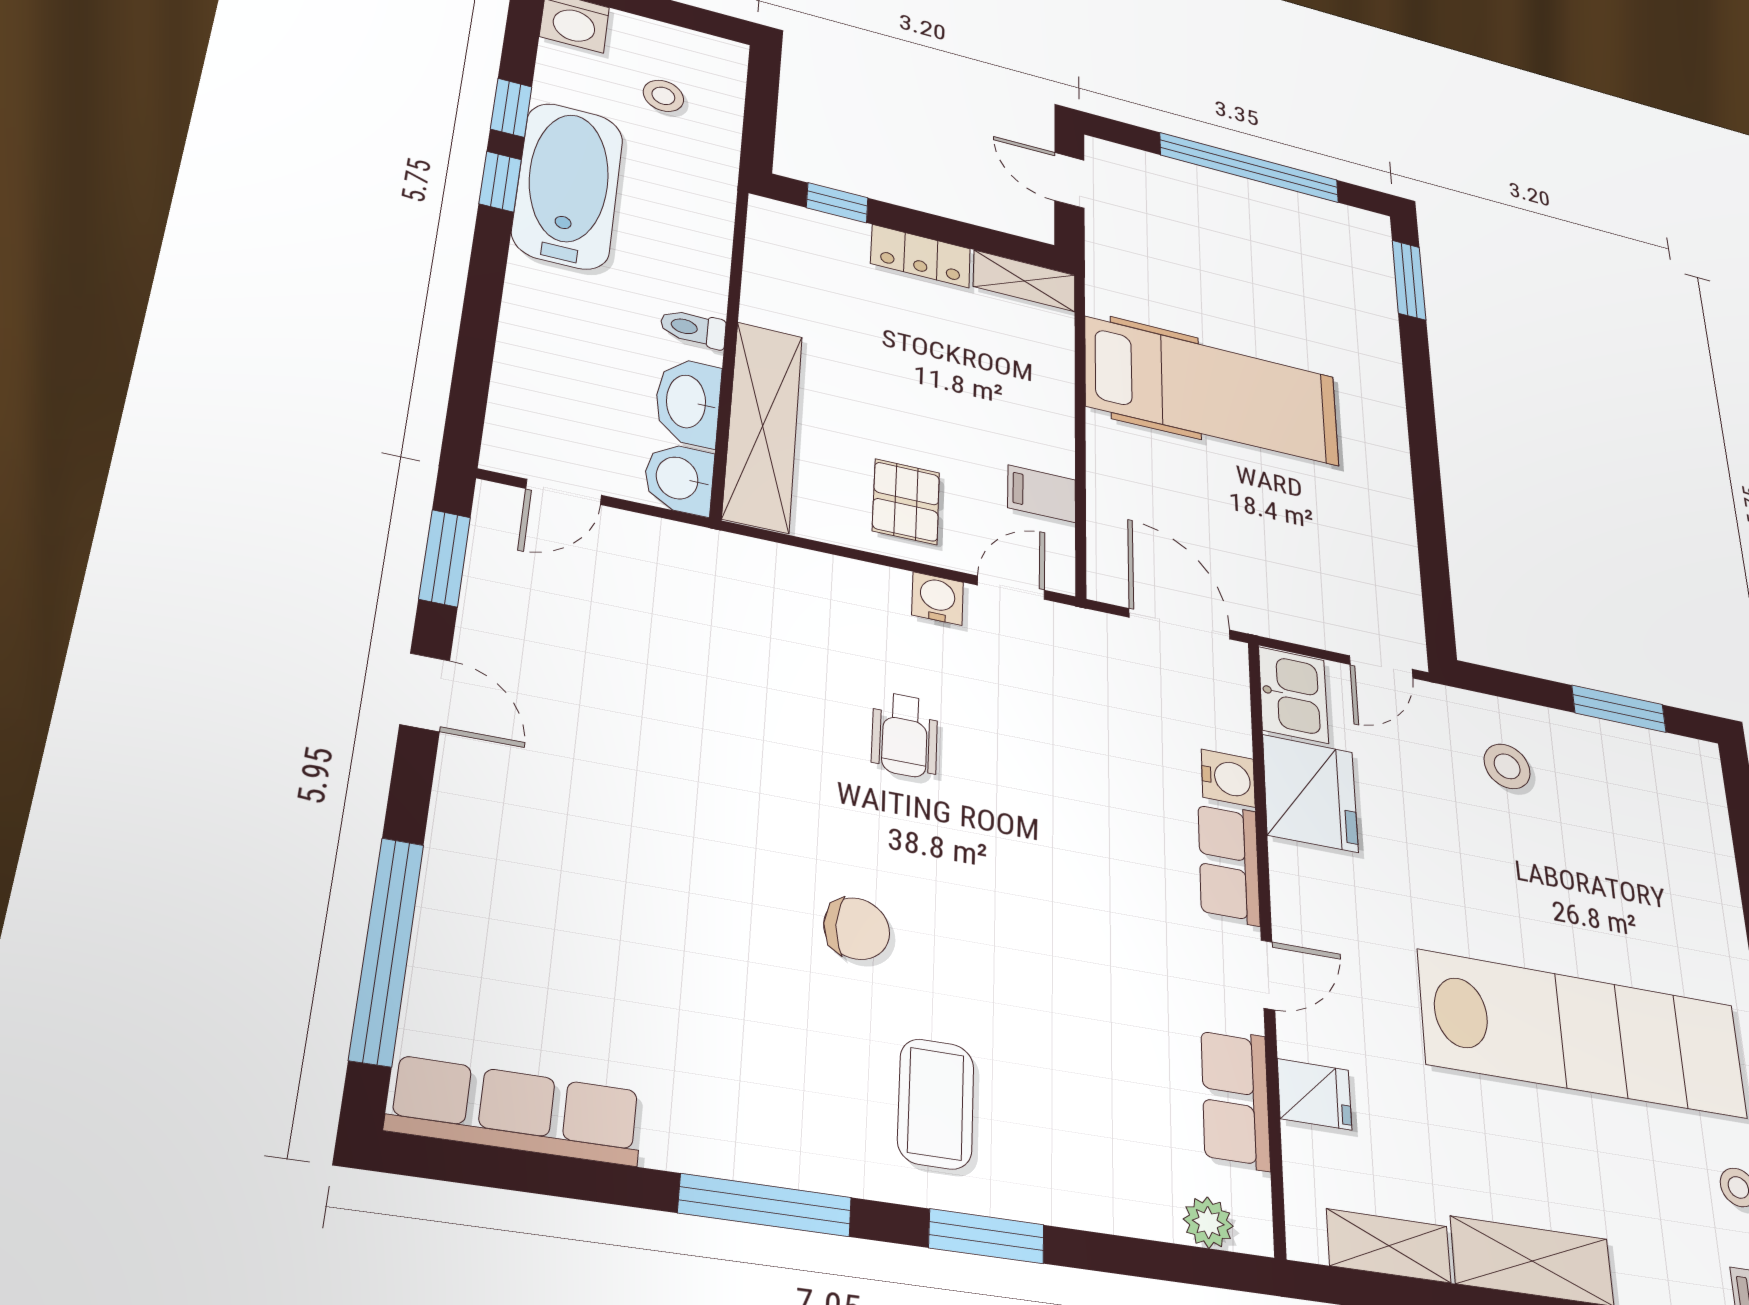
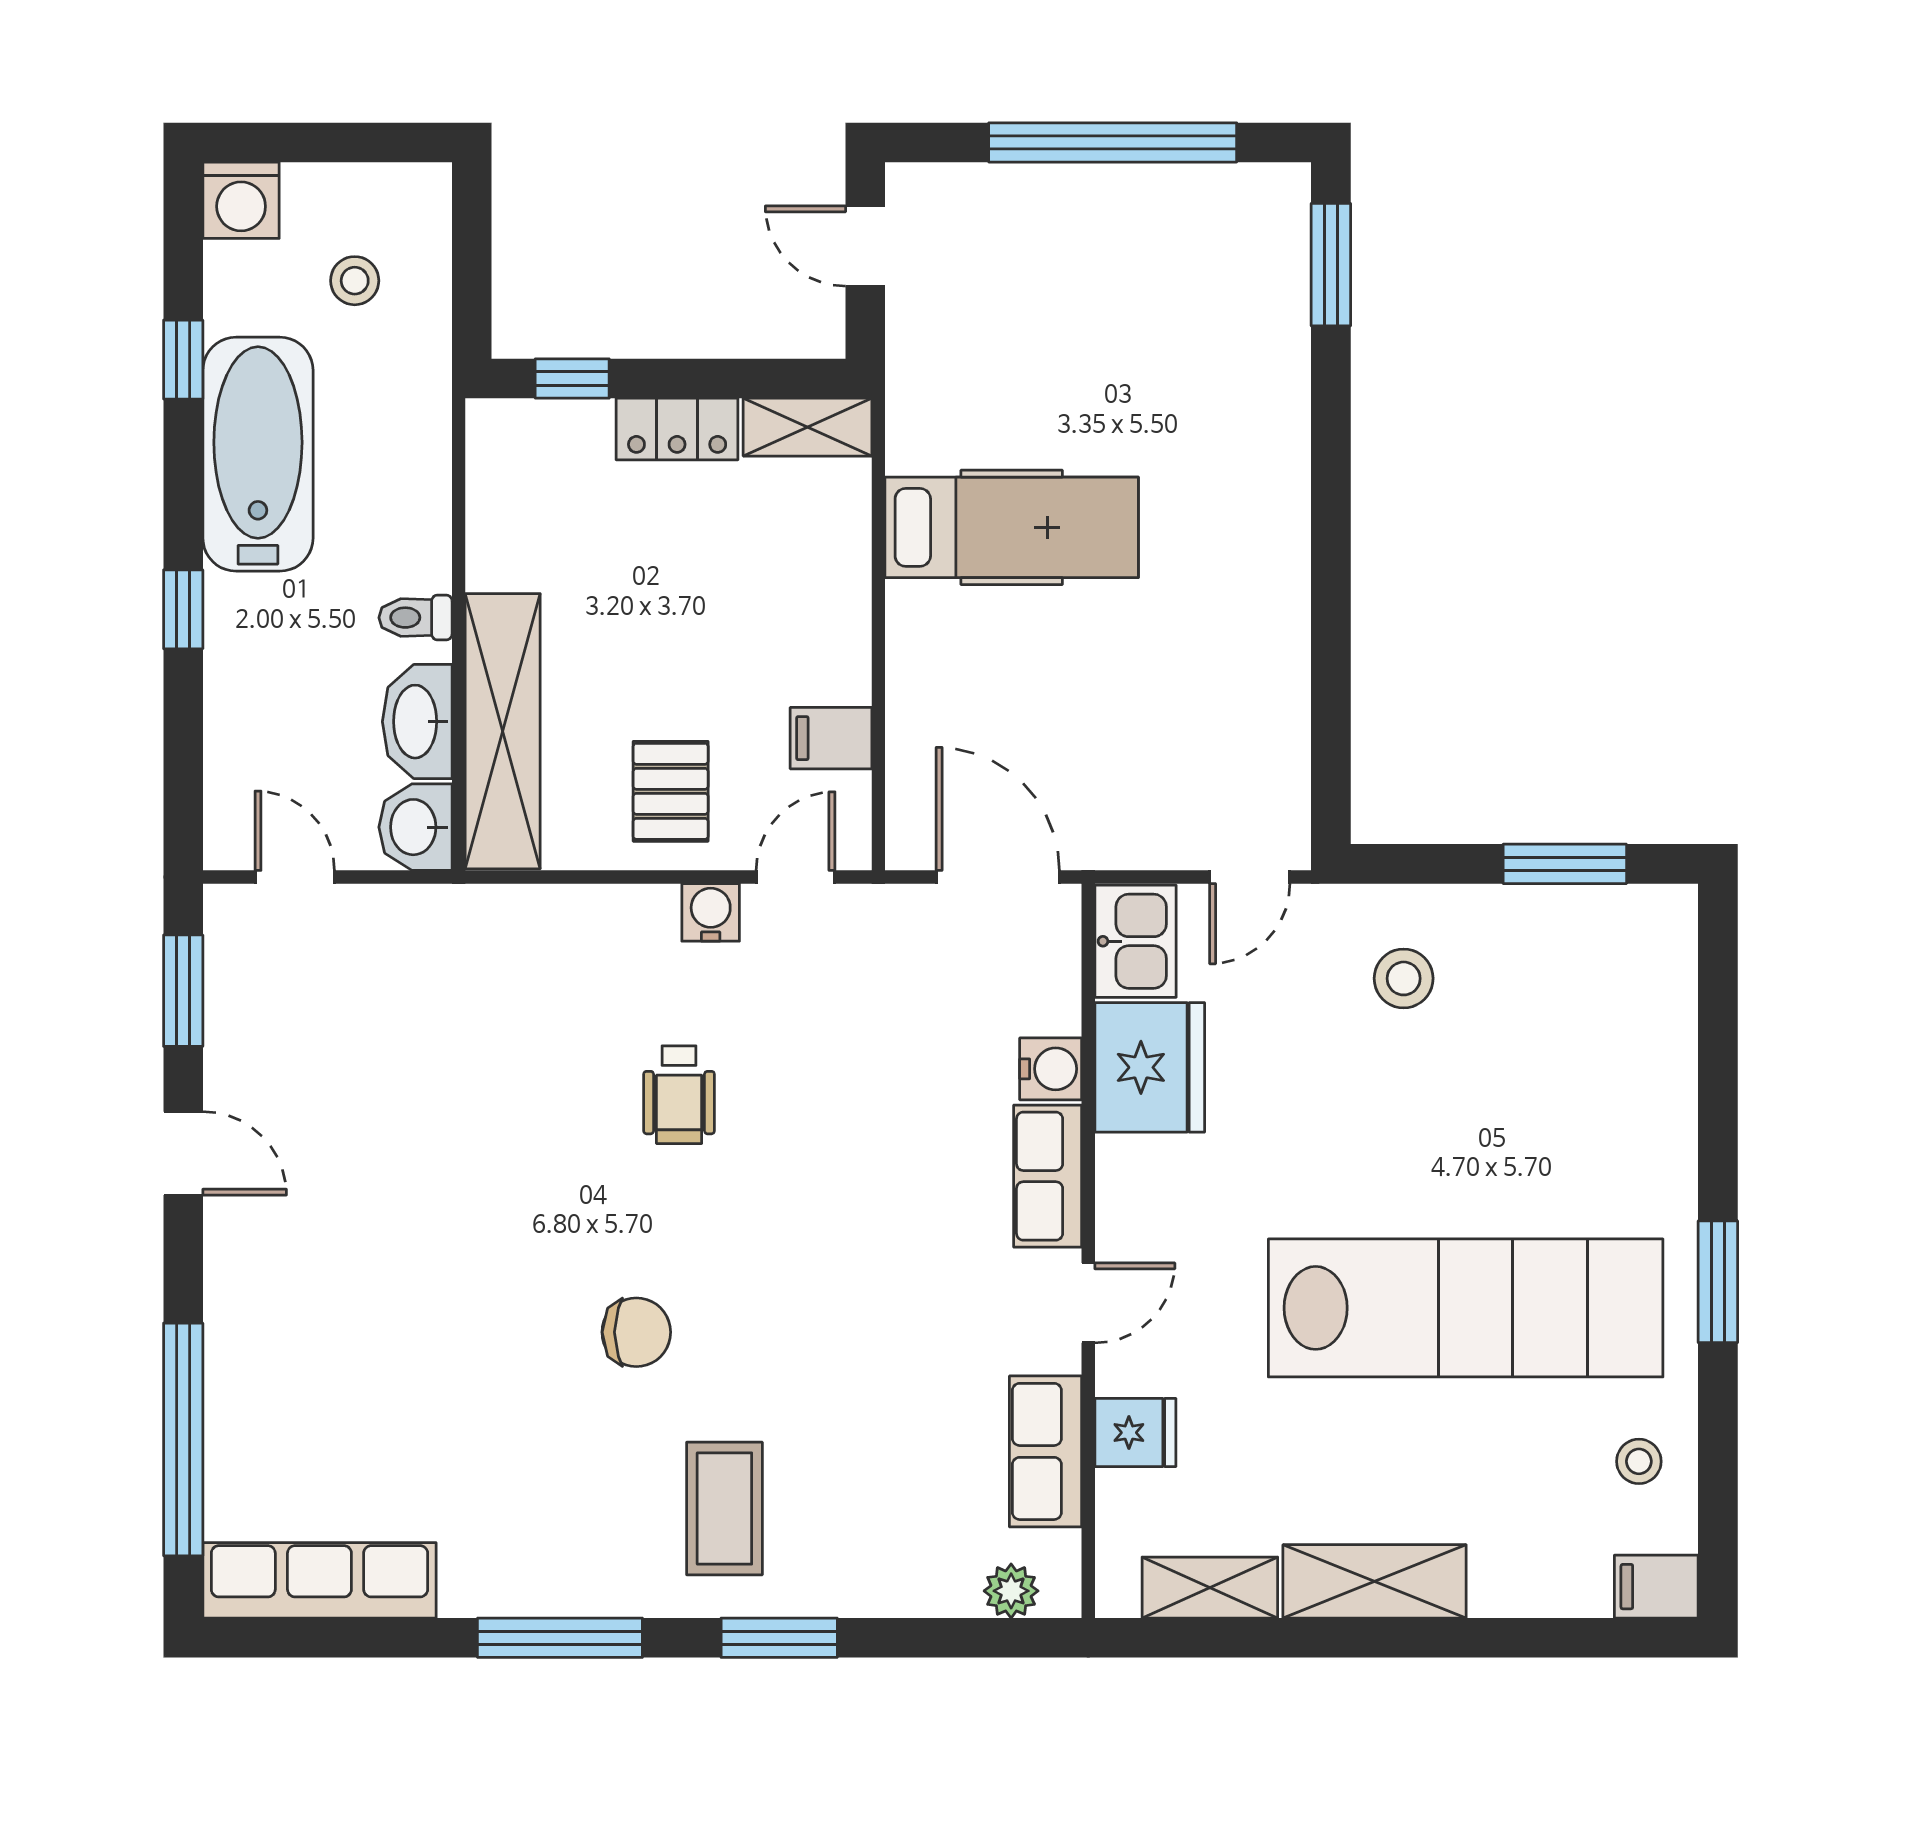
window: (500, 182) -> (183, 609), moved
hospital bed: (1212, 391) -> (1012, 527), width x0.73, depth x0.78
door: (564, 492) -> (295, 877), swing flipped

